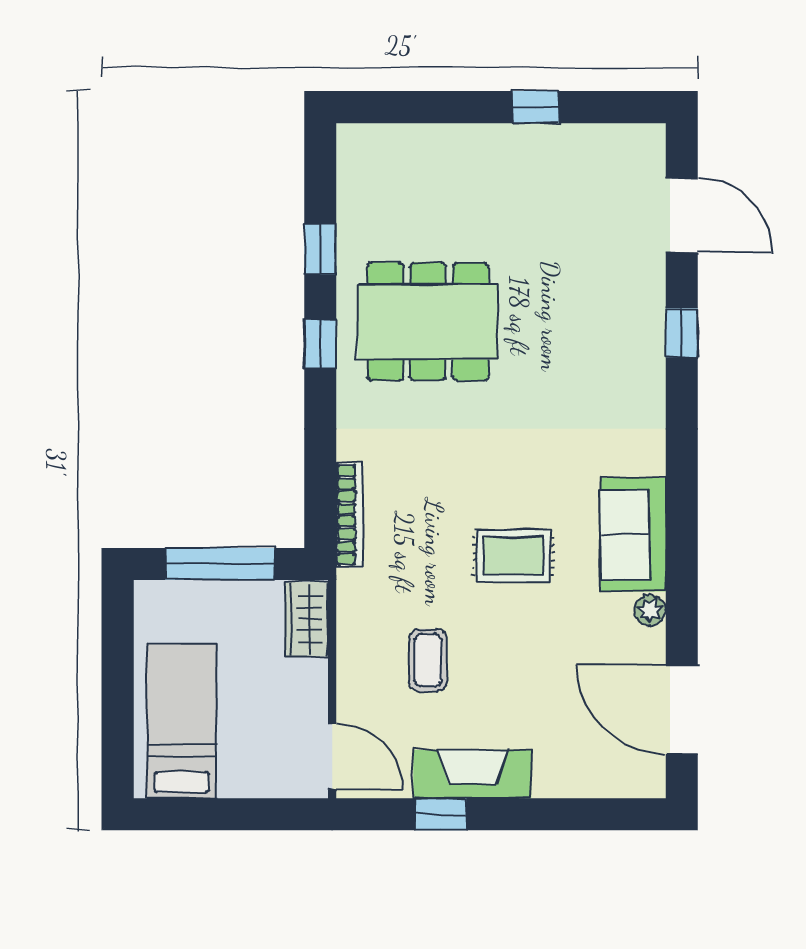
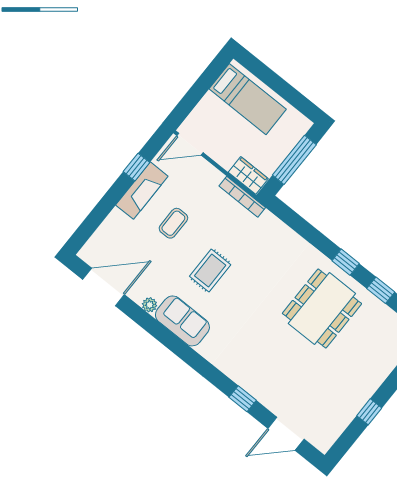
bookcase: (350, 515) -> (242, 197), moved
coffee table: (428, 660) -> (173, 223), moved, turned 90

